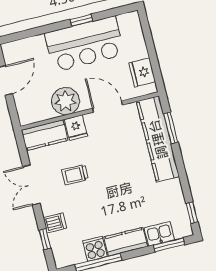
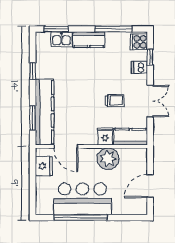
window: (81, 20) -> (80, 218), width x3.17
door: (108, 107) -> (66, 147), moved
window: (192, 213) -> (33, 71), moved
cooker: (95, 249) -> (139, 42), moved, turned 90

